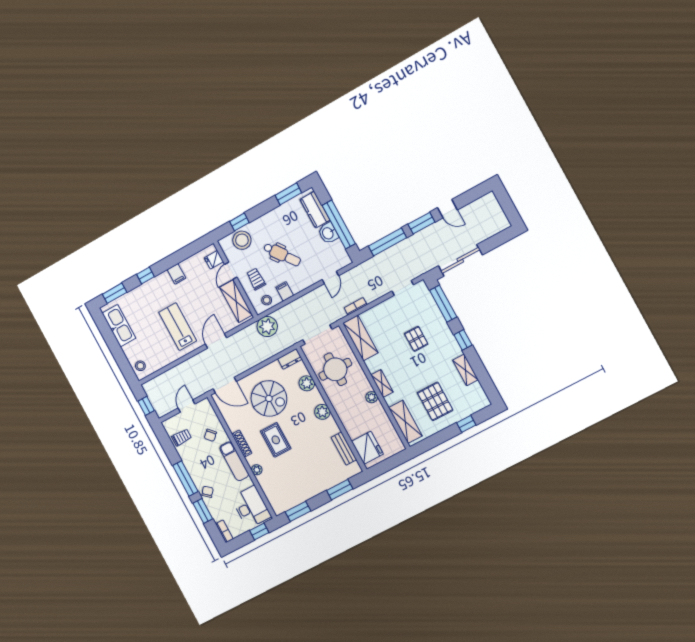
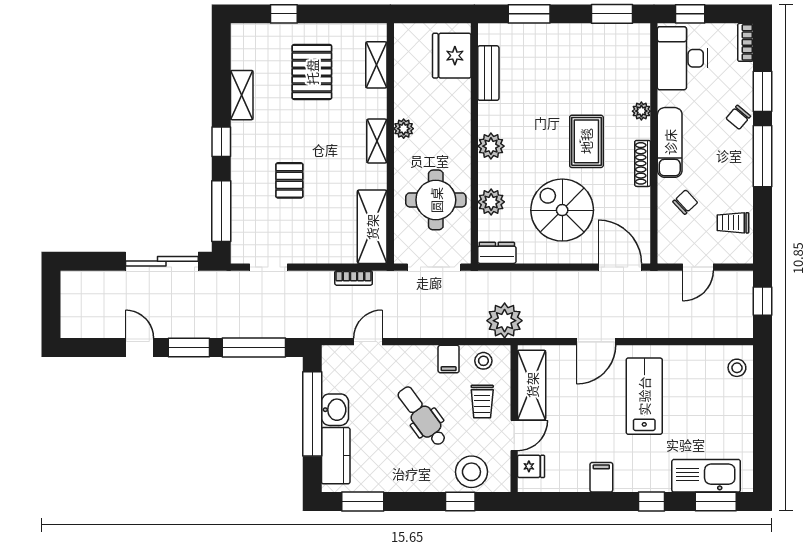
kitchen sink: (119, 326) -> (706, 476), moved, turned 90
lab bench: (178, 327) -> (644, 396), turned 180
shelving: (405, 422) -> (376, 65), width x0.67, depth x0.75

